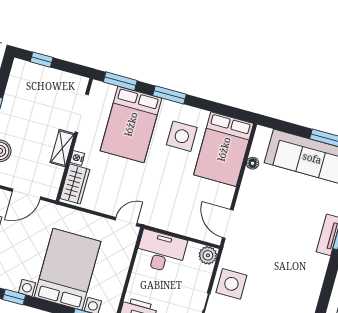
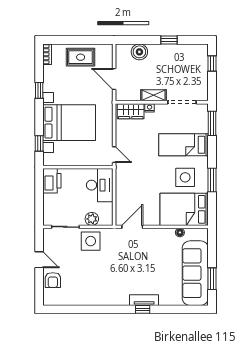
window: (169, 95) -> (212, 180), moved
bed: (131, 124) -> (184, 145), width x0.67
plant: (208, 255) -> (92, 219), moved

